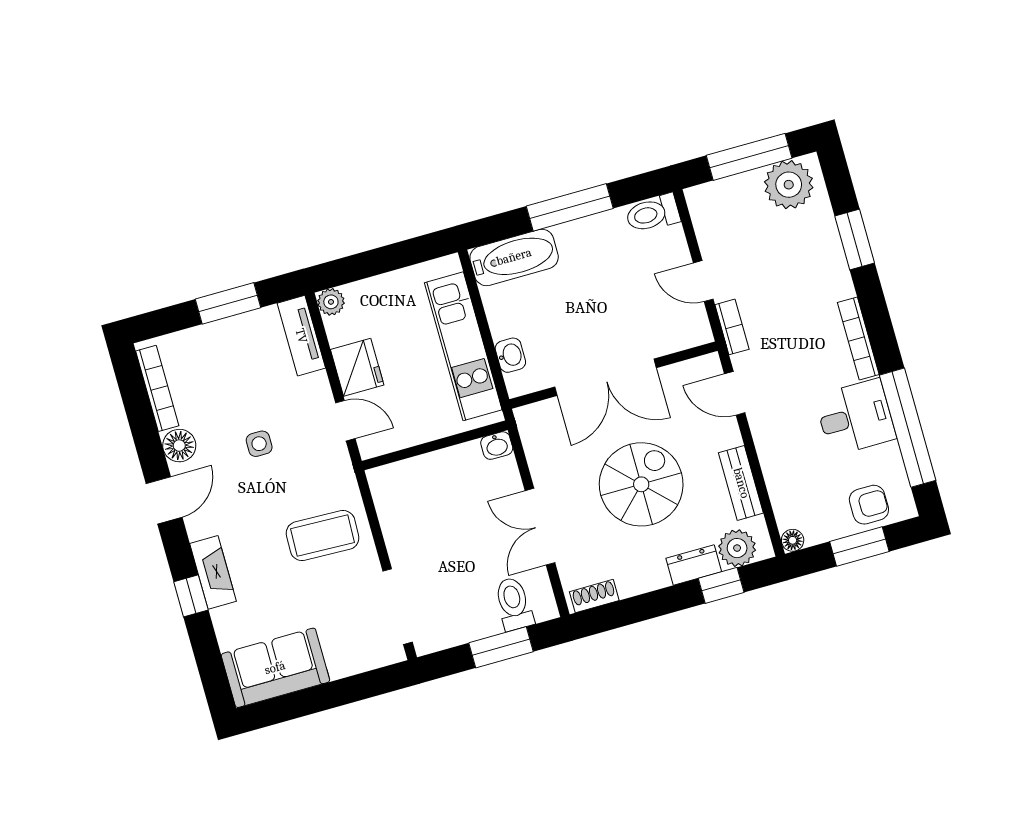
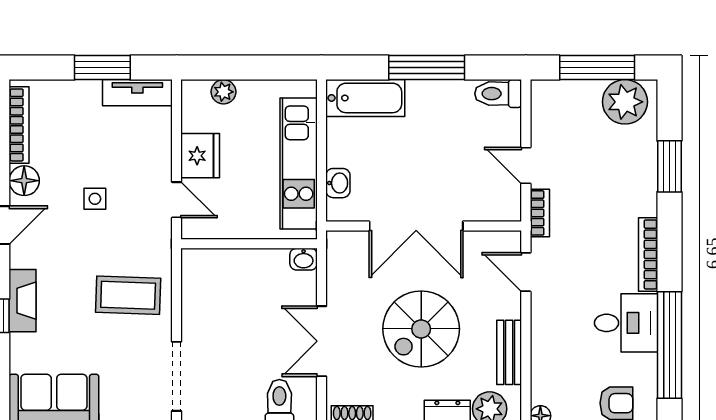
plant: (331, 302) -> (224, 92), moved
tv unit: (301, 336) -> (137, 93), moved, turned -90
spiral stairs: (641, 484) -> (421, 329), turned 180

